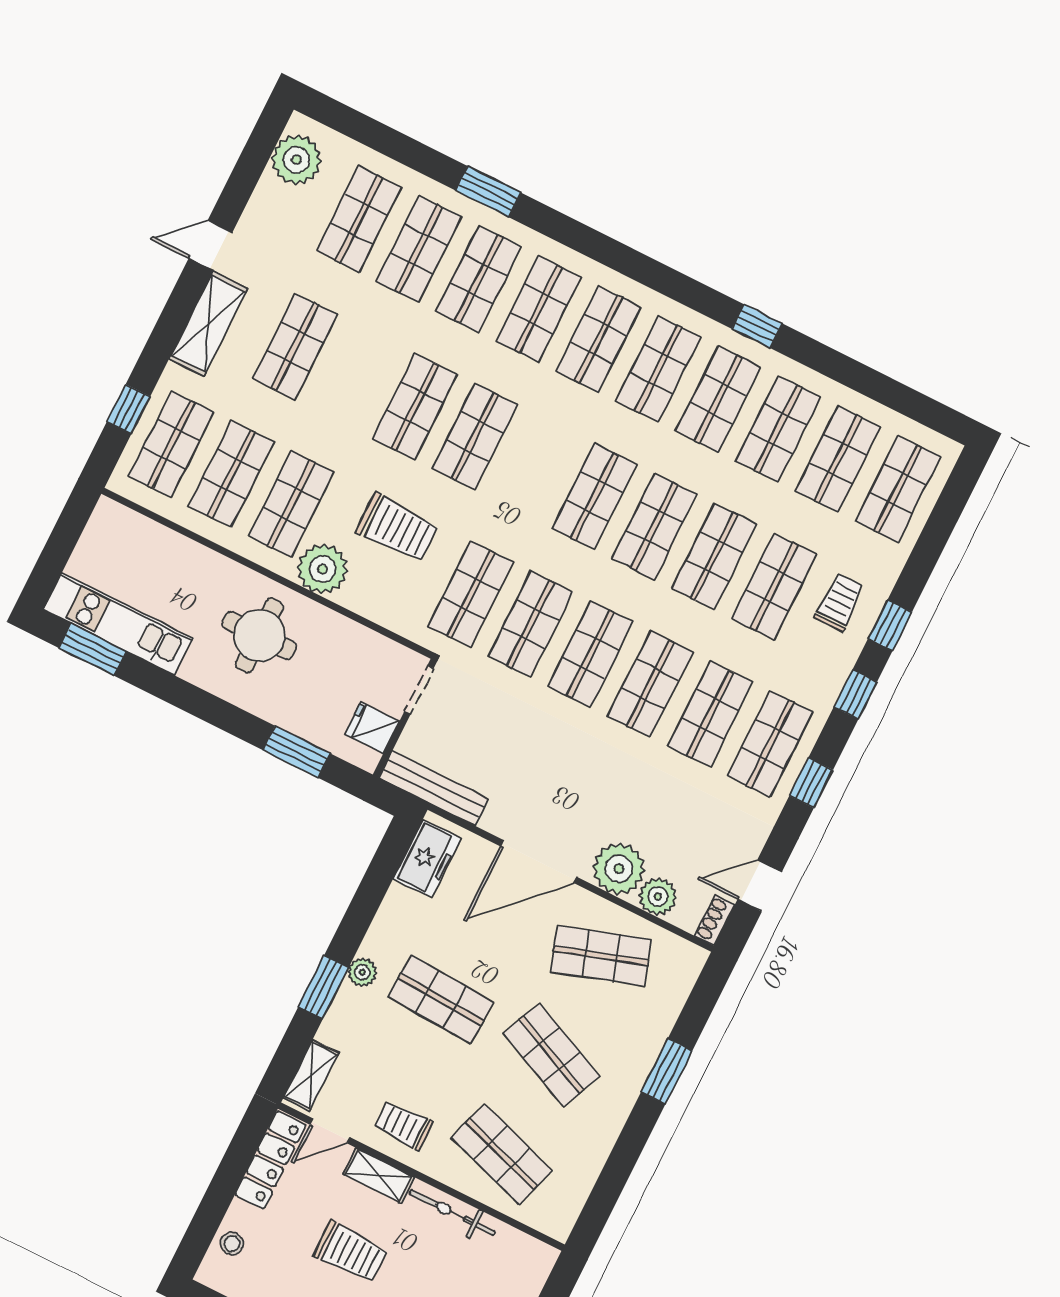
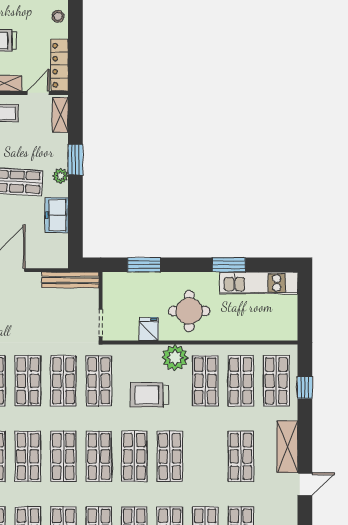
shop shelf: (535, 467) -> (99, 456), added
window: (92, 650) -> (229, 265), moved
fridge: (372, 727) -> (149, 329), moved, turned -90
freezer: (427, 859) -> (57, 215), moved

